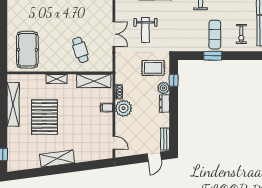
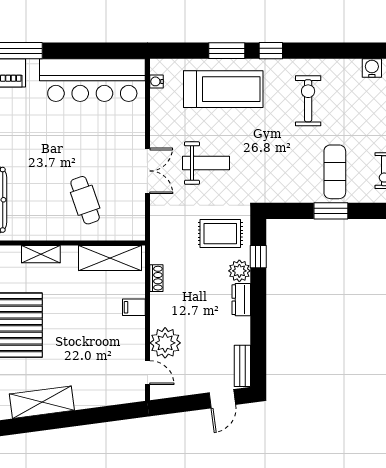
weight bench: (145, 30) -> (206, 163), turned -90
plant: (123, 108) -> (165, 343), moved

